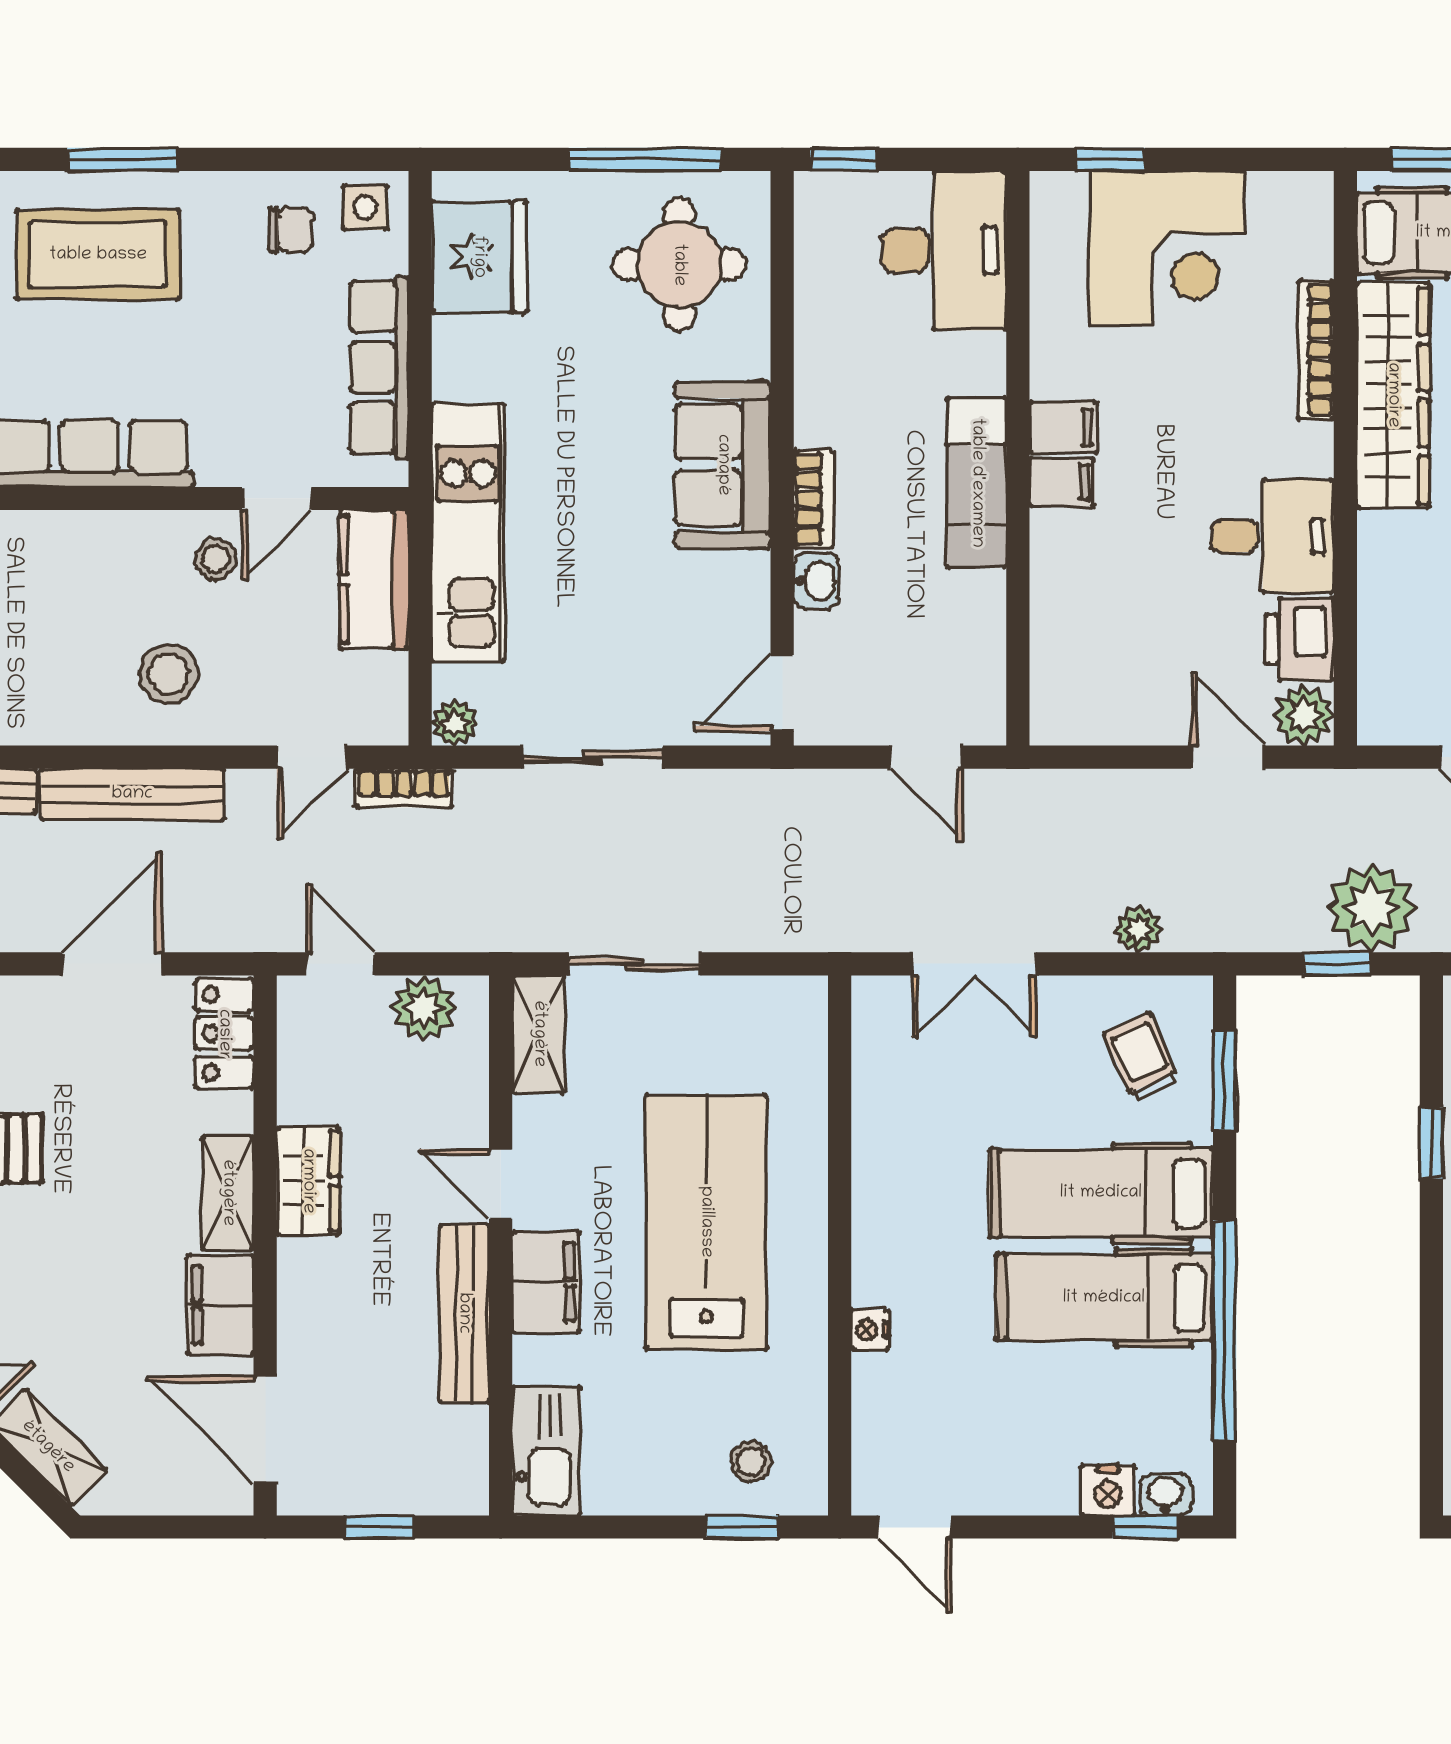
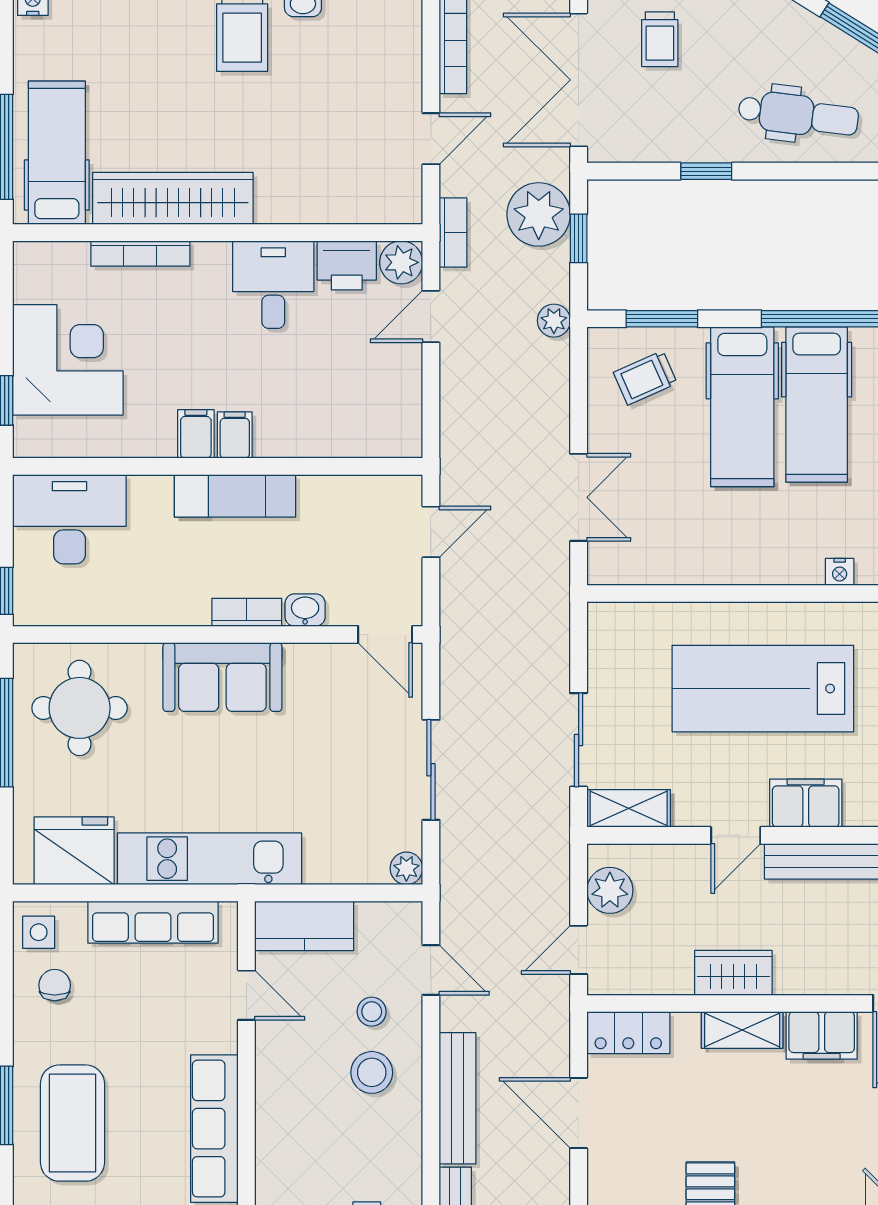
kitchen unit: (468, 533) -> (209, 859), moved
stool: (216, 559) -> (372, 1012), moved
bookcase: (404, 788) -> (453, 233), moved
plant: (1138, 929) -> (554, 321), moved

